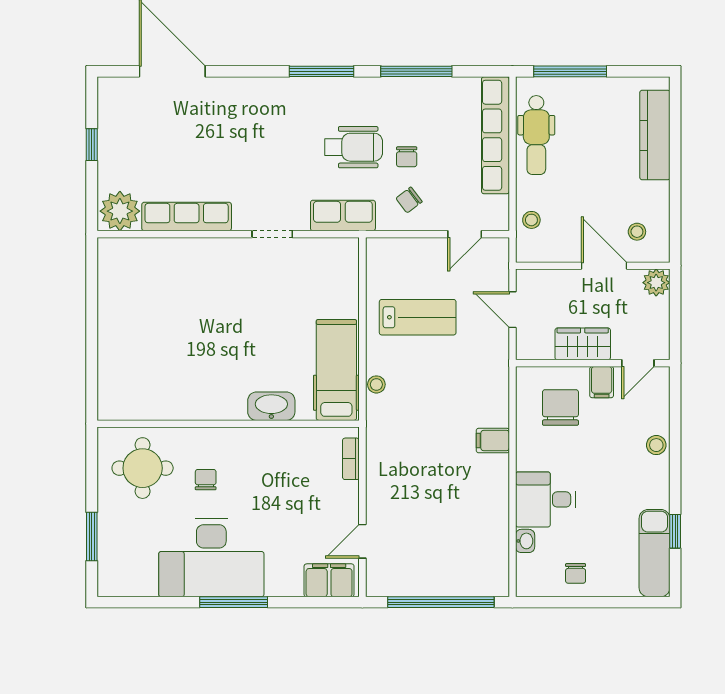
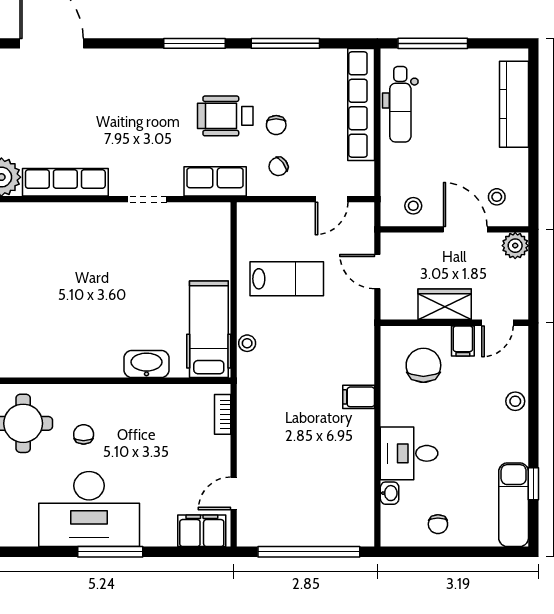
wheelchair: (354, 147) -> (225, 116), turned 180
stool: (531, 220) -> (413, 206), moved

